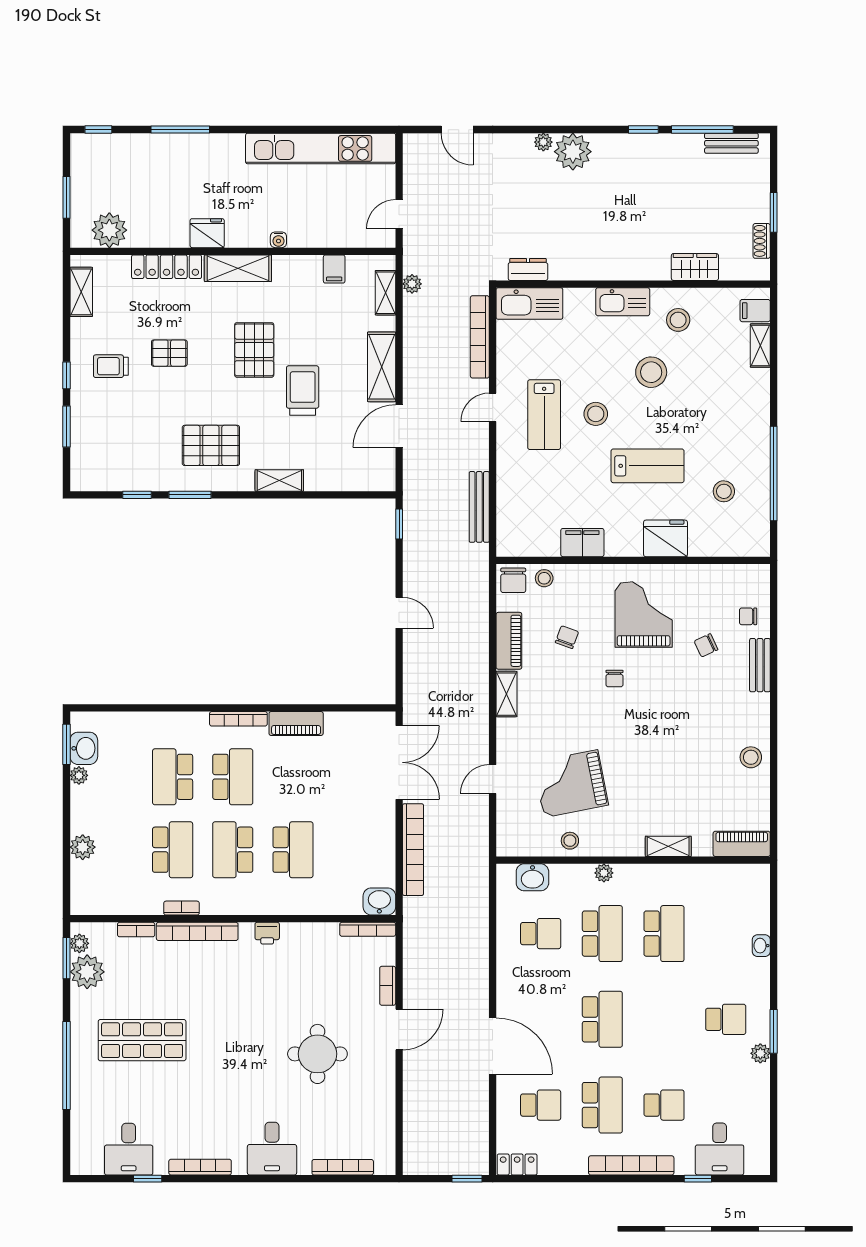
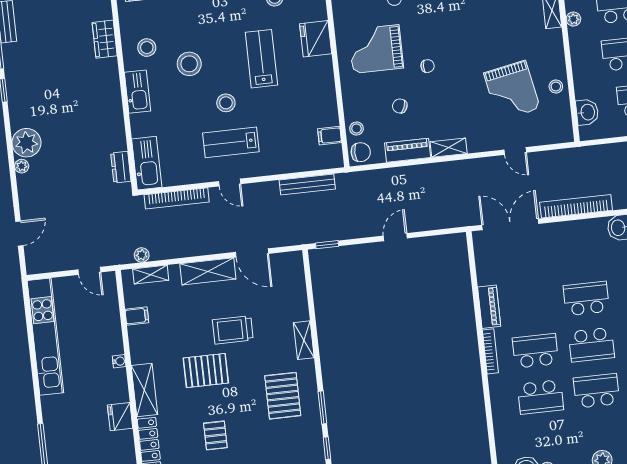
lab bench: (544, 415) -> (231, 142), turned 180
filing cabinet: (582, 543) -> (330, 136), moved, width x0.50
plant: (604, 873) -> (573, 19), moved

